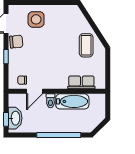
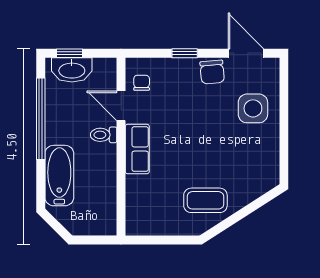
row of seats: (81, 82) -> (137, 149), moved
bathtub: (72, 101) -> (59, 176), moved, turned 180
window: (59, 135) -> (41, 119), moved

